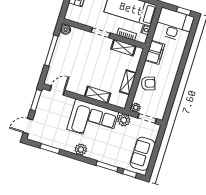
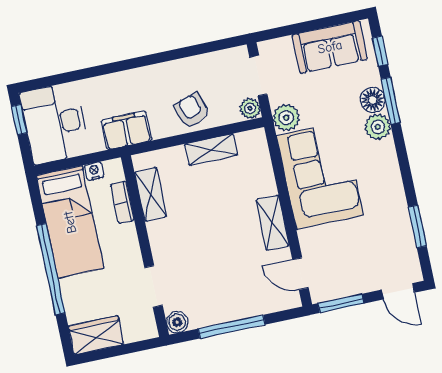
doorway: (101, 33) -> (154, 286), moved
shelving: (98, 95) -> (273, 223), moved
plant: (81, 150) -> (378, 127), moved
floor lamp: (111, 159) -> (373, 100), added

